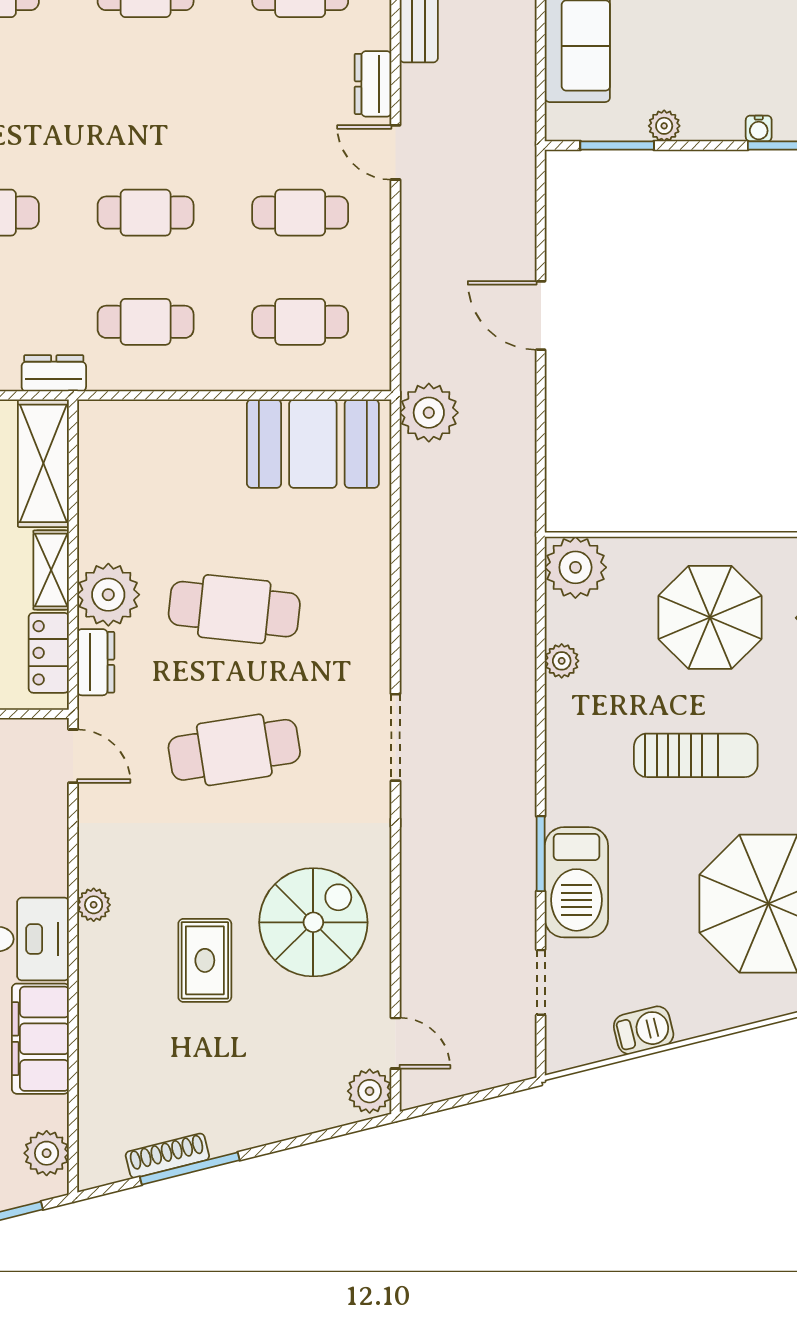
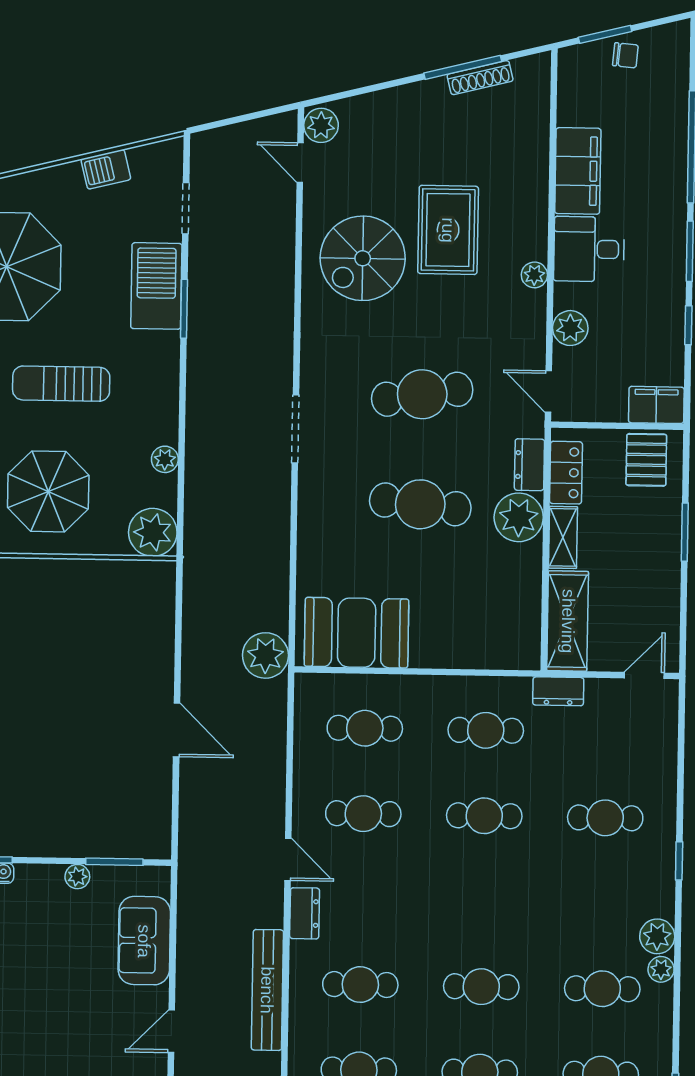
doorway: (396, 737) -> (295, 429), moved
rug: (205, 960) -> (448, 230), width x1.36, depth x1.43
plant: (47, 1153) -> (570, 328), moved

